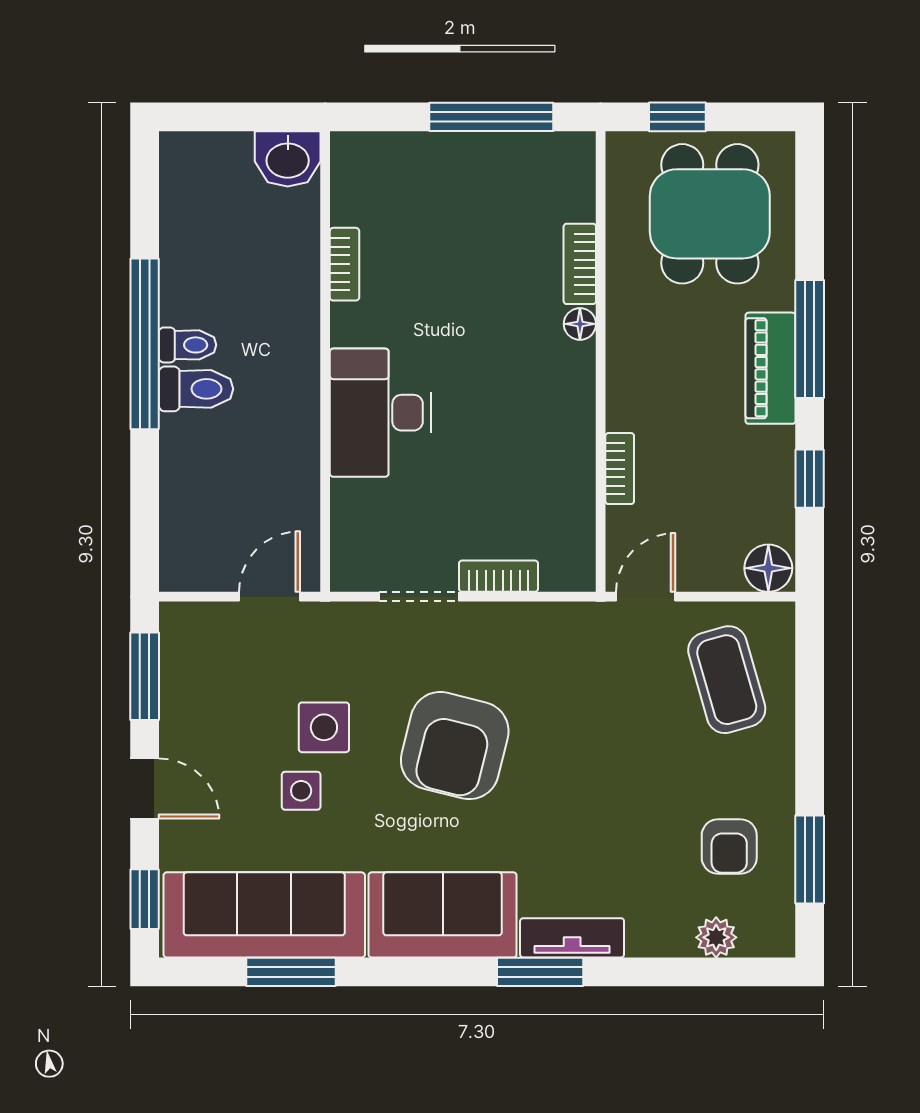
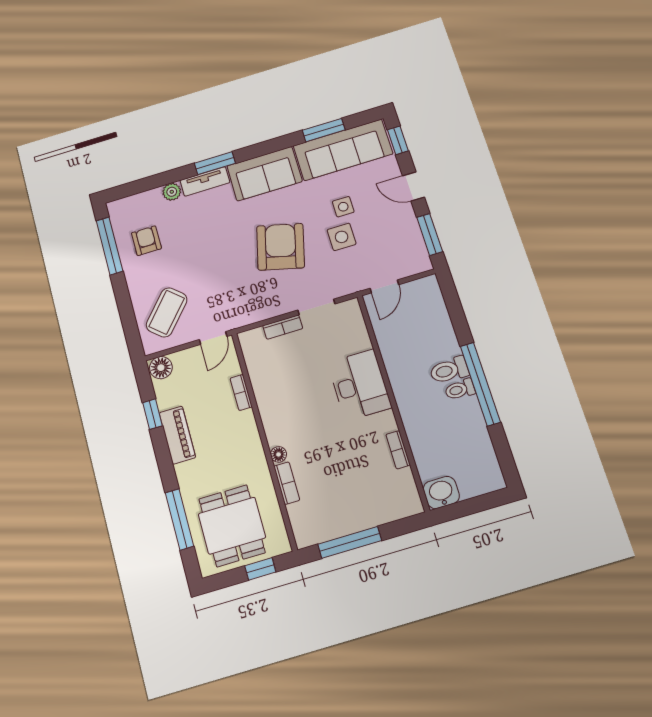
window: (810, 339) -> (179, 519), moved
piano: (770, 368) -> (177, 435), moved
coffee table: (727, 680) -> (167, 312), turned 57
window: (810, 860) -> (110, 246), width x1.44
plant: (716, 937) -> (172, 192), moved

